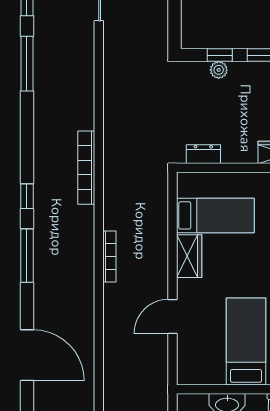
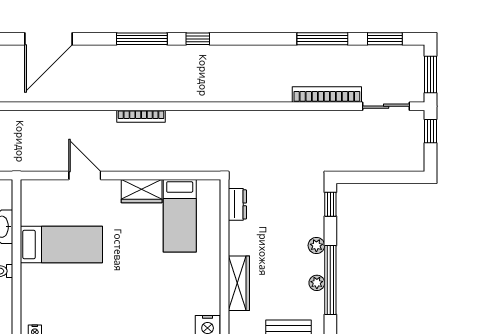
window: (220, 55) -> (330, 204), moved
plant: (219, 70) -> (316, 245), moved
bookcase: (86, 168) -> (327, 94), moved

